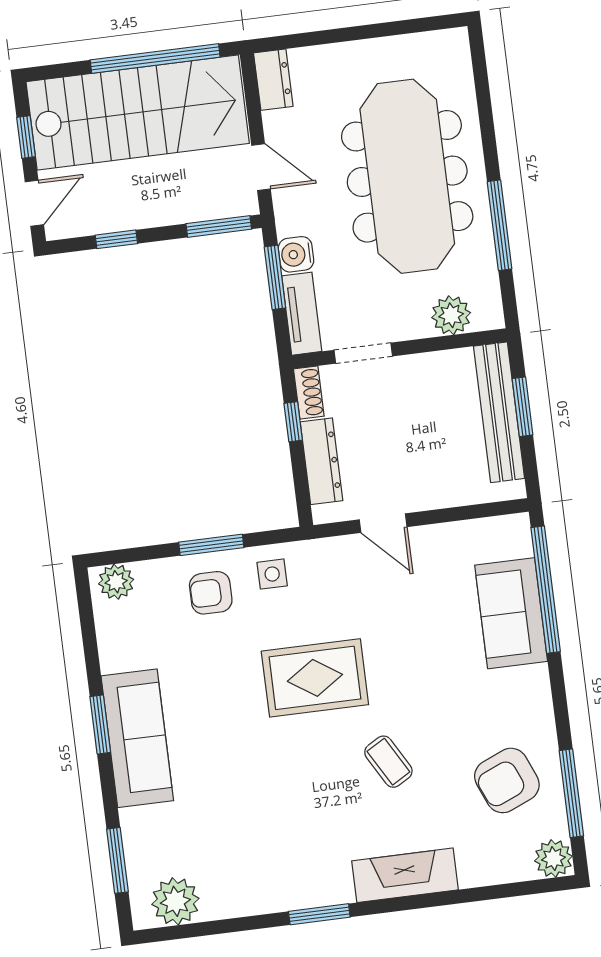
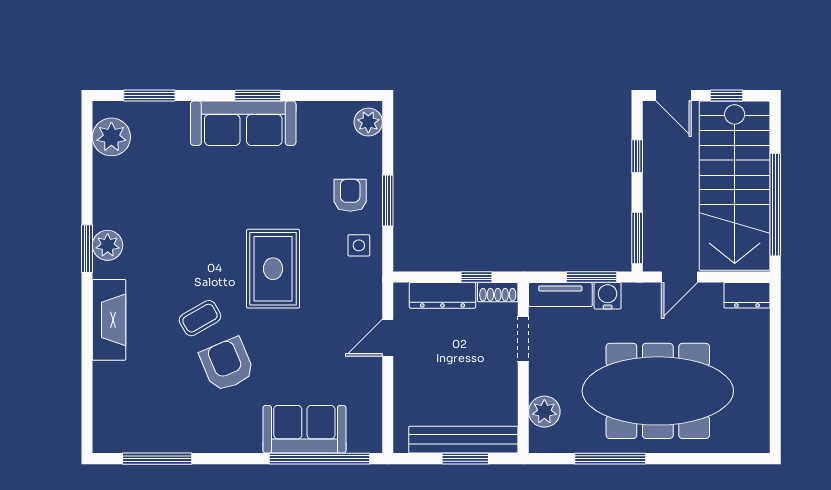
armchair: (507, 780) -> (227, 364), moved
plant: (553, 859) -> (108, 245), moved

